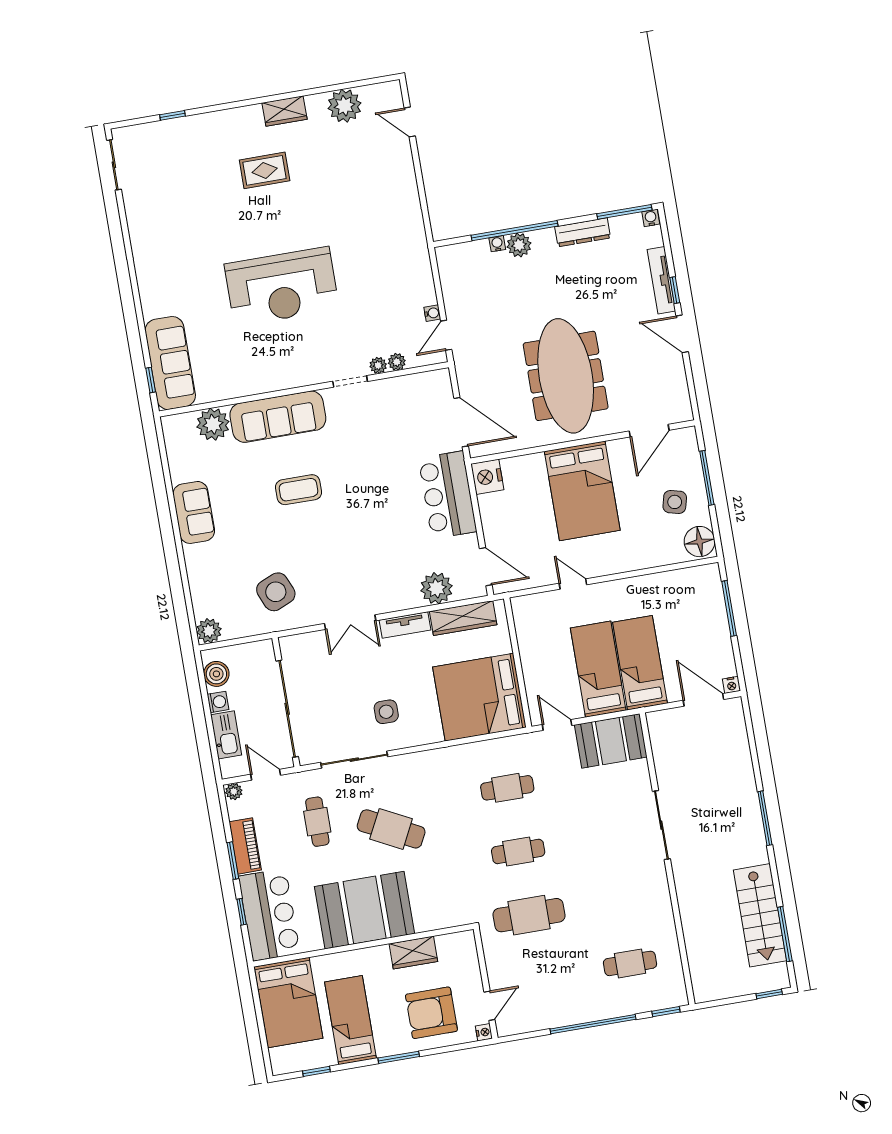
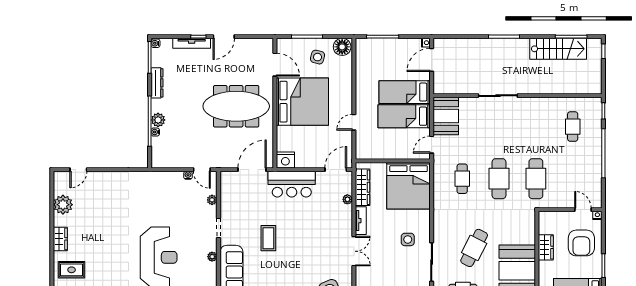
rug: (265, 170) -> (72, 270), moved, turned 90
plant: (378, 365) -> (212, 257), moved
coffee table: (299, 490) -> (268, 238), moved
bed: (582, 491) -> (302, 102), width x1.36
plant: (437, 588) -> (347, 199), width x0.53, depth x0.53
cafe table: (518, 851) -> (499, 179), width x1.37, depth x1.35

